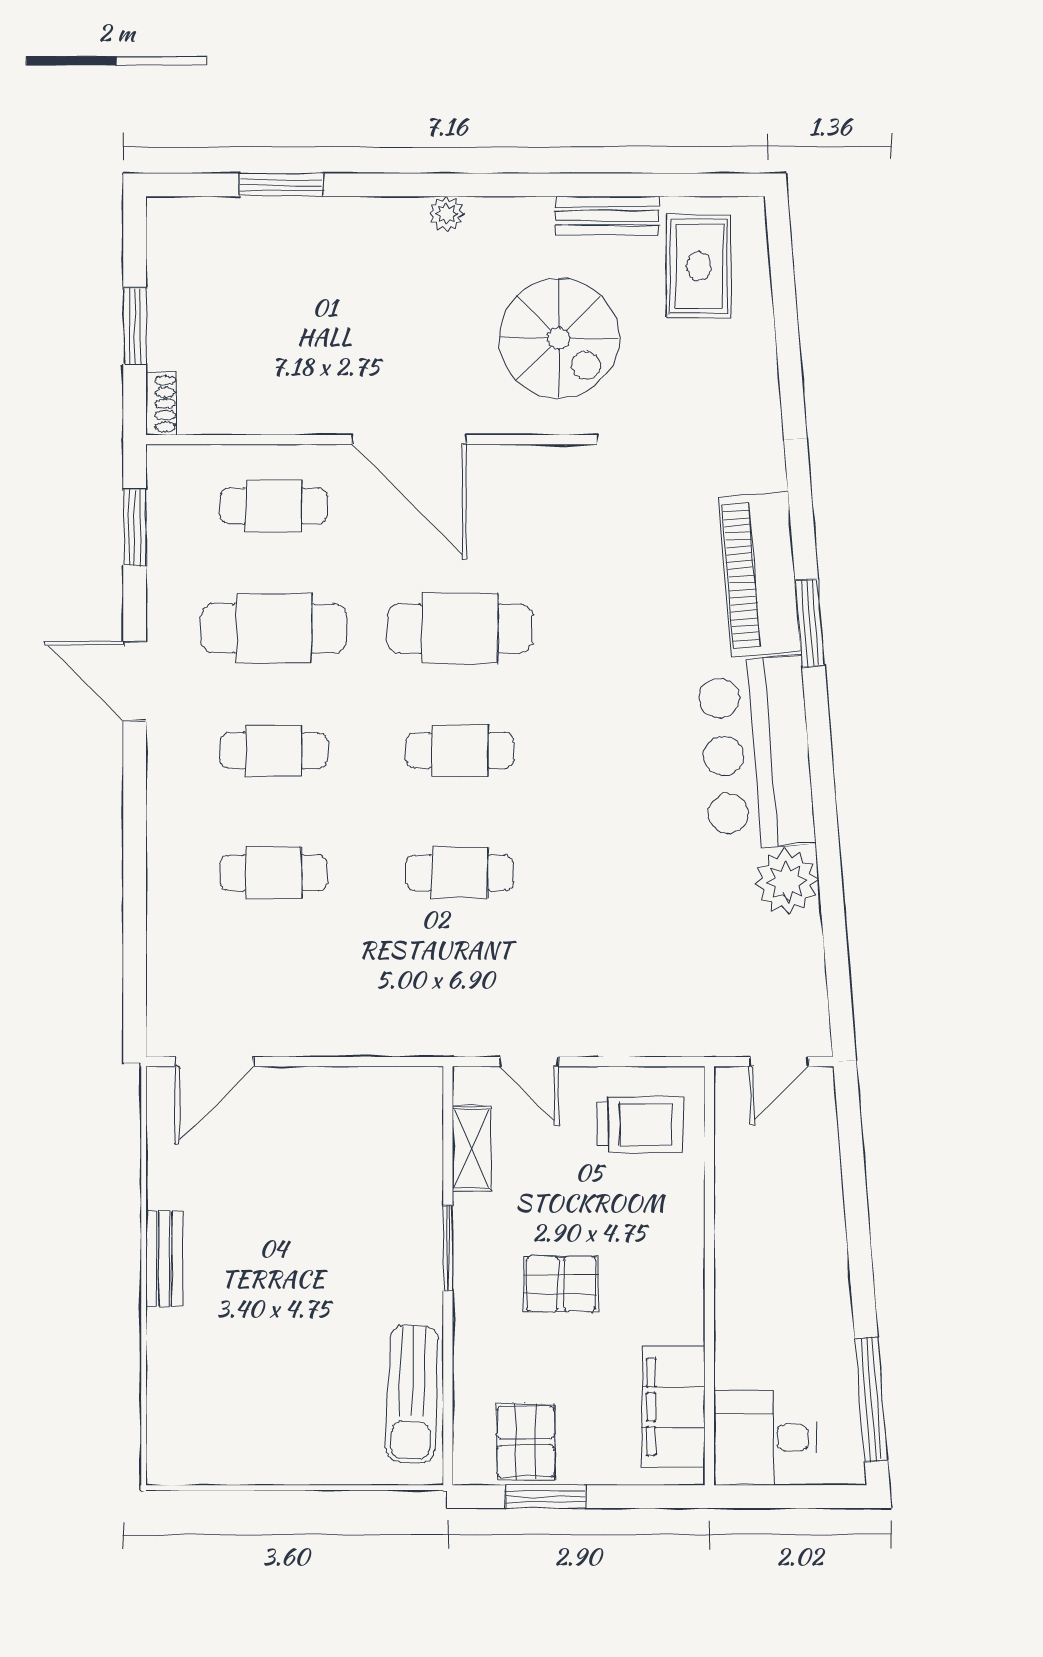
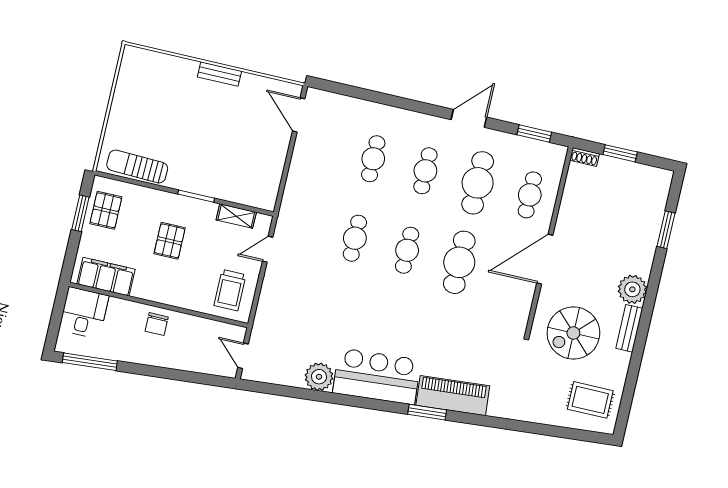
plant: (447, 214) -> (632, 289), width x1.88, depth x1.88
bench: (607, 216) -> (629, 328), moved
chair: (753, 1270) -> (157, 324), added
pallet: (526, 1442) -> (106, 210), turned 90

